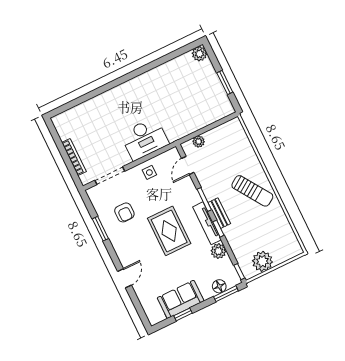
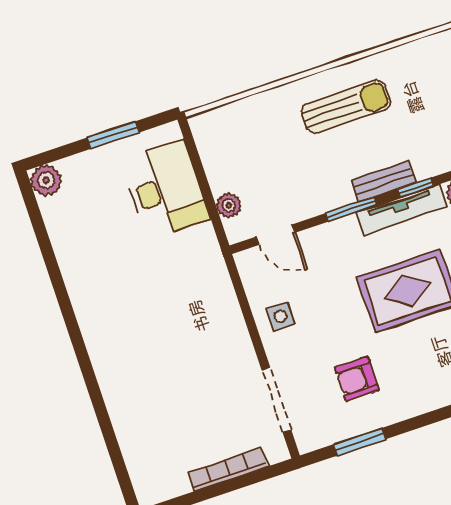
desk: (145, 139) -> (166, 190), moved
sun lounger: (252, 191) -> (346, 107), turned 34
armchair: (124, 212) -> (357, 379), turned 180
window: (100, 229) -> (360, 442), moved

